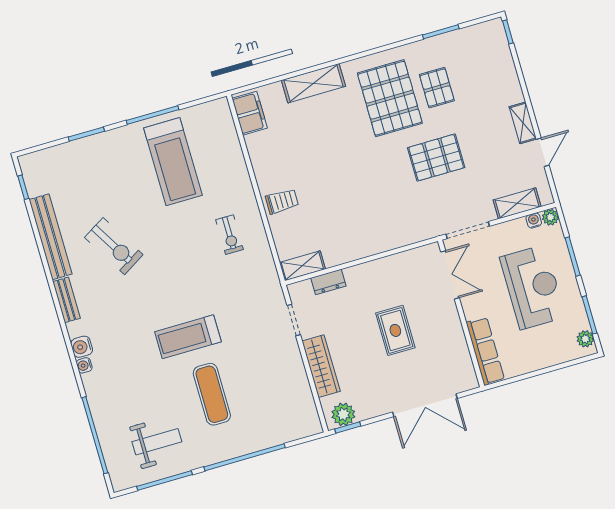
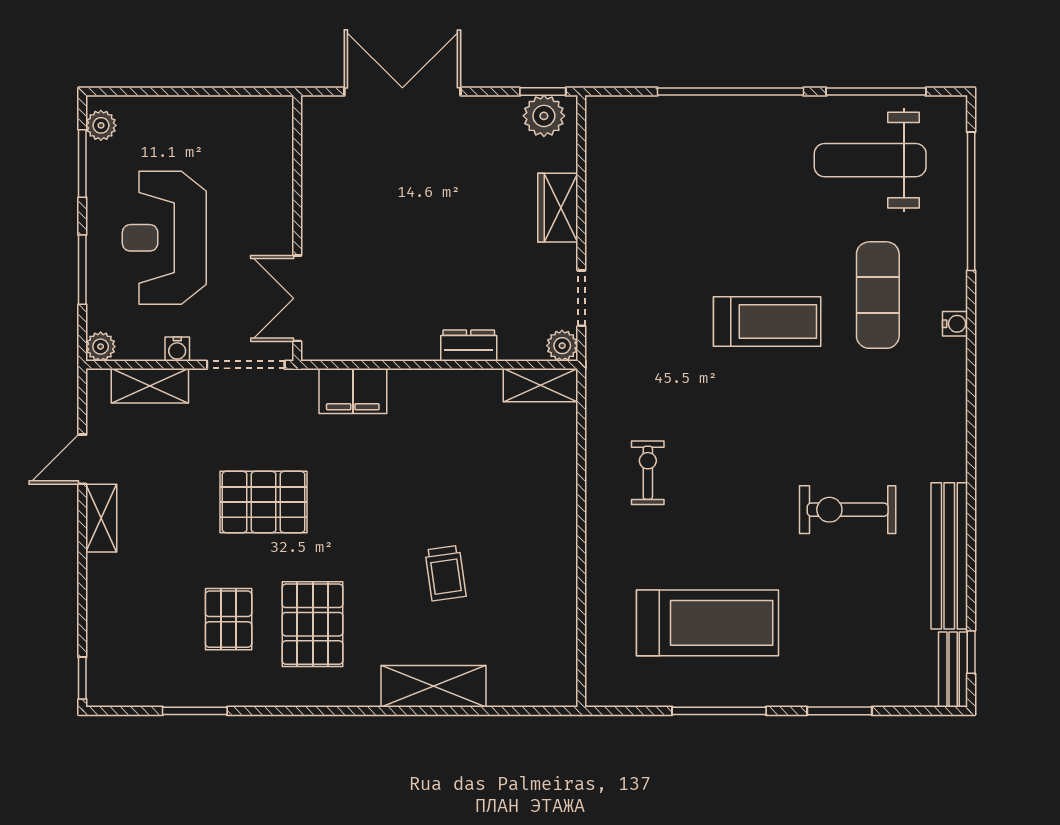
pallet: (390, 98) -> (313, 624), width x0.73, depth x0.71
filing cabinet: (250, 113) -> (353, 391), moved, turned -90
treadmill: (173, 162) -> (707, 623), turned 90
trolley: (282, 201) -> (445, 573), moved, turned -98
water cooler: (534, 221) -> (177, 349), moved
exercise bike: (114, 246) -> (848, 510), turned -59
dresser: (328, 282) -> (469, 345), moved
plant: (297, 291) -> (562, 346), added
bench: (67, 300) -> (953, 670), moved
rug: (395, 330) -> (416, 232), removed
water cooler: (82, 347) -> (950, 356), removed
row of seats: (485, 351) -> (275, 153), removed
wardrobe: (321, 366) -> (558, 208), width x0.67
exercise mat: (212, 394) -> (878, 295), moved
weight bench: (157, 442) -> (870, 160), width x1.36, depth x1.33

